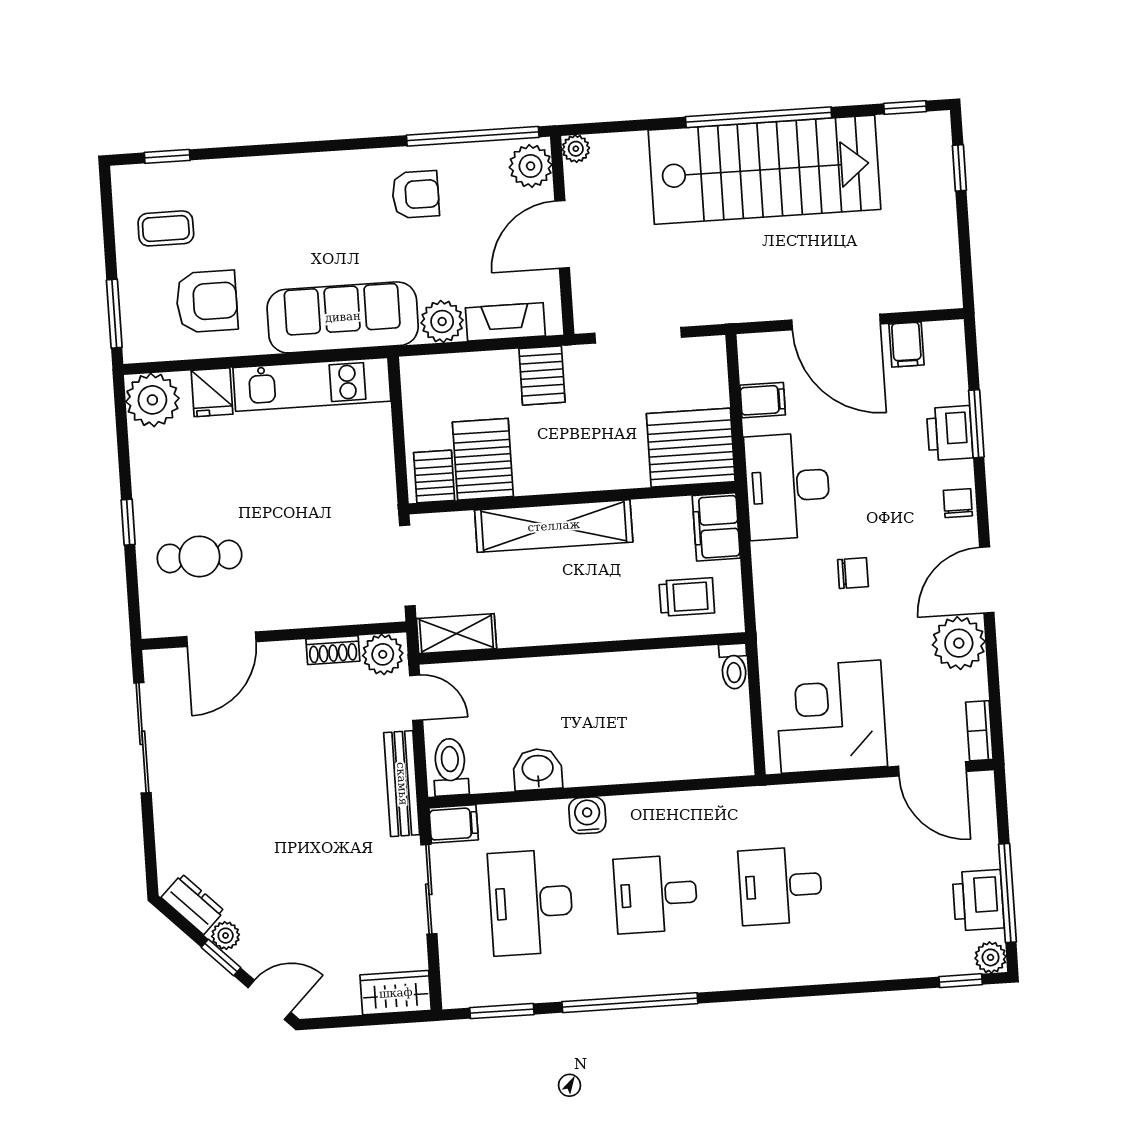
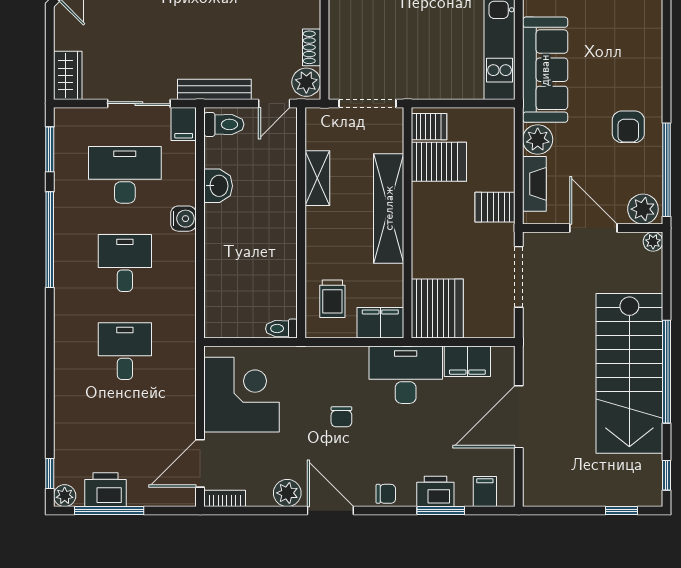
filing cabinet: (907, 345) -> (485, 491), moved, turned 90
filing cabinet: (763, 400) -> (467, 361), width x2.00
shelving: (456, 634) -> (317, 178), moved
plant: (959, 643) -> (287, 493), width x0.73, depth x0.73

